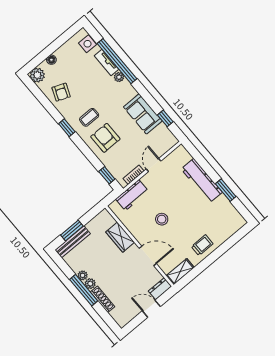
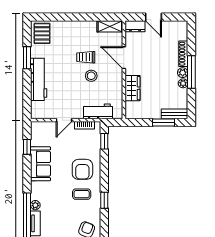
pallet: (230, 220) -> (42, 33), added
bench: (73, 242) -> (174, 114), width x0.73
trolley: (202, 245) -> (86, 57), moved

